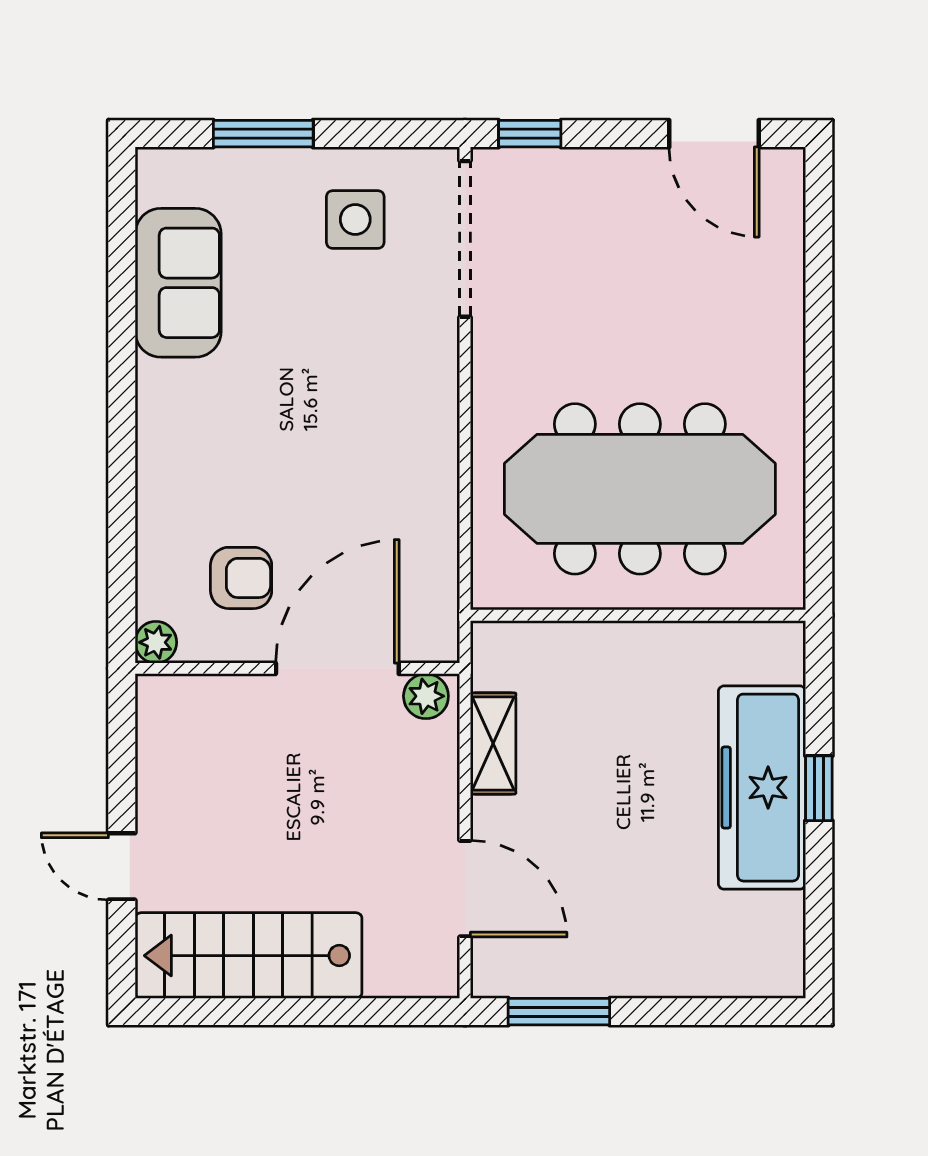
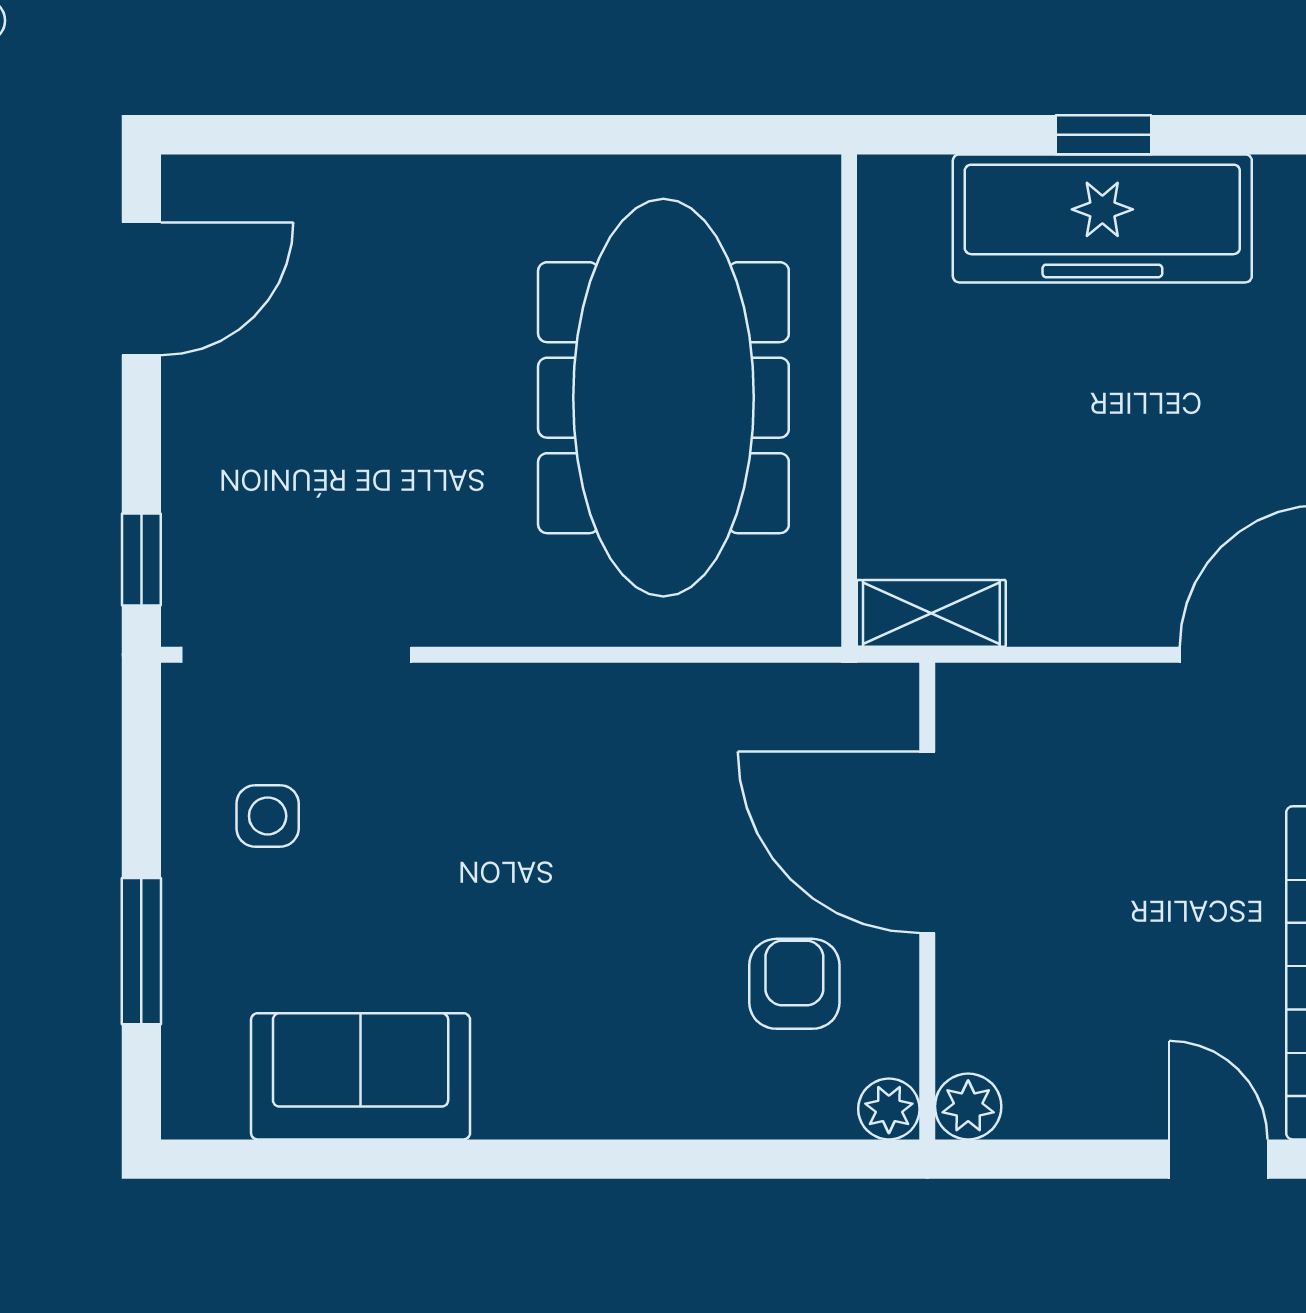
side table: (355, 220) -> (268, 816), width x0.73, depth x0.73
plant: (426, 696) -> (968, 1106), moved
shelving: (493, 743) -> (931, 613), moved
door: (122, 866) -> (1218, 1159), swing flipped

